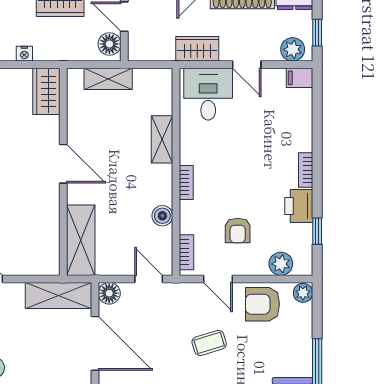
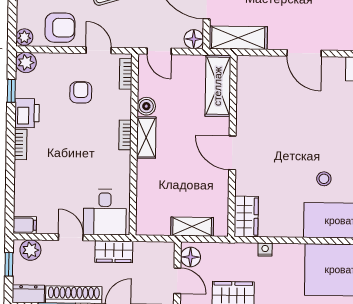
shelving: (162, 139) -> (146, 138), moved
plant: (281, 264) -> (26, 63), moved

